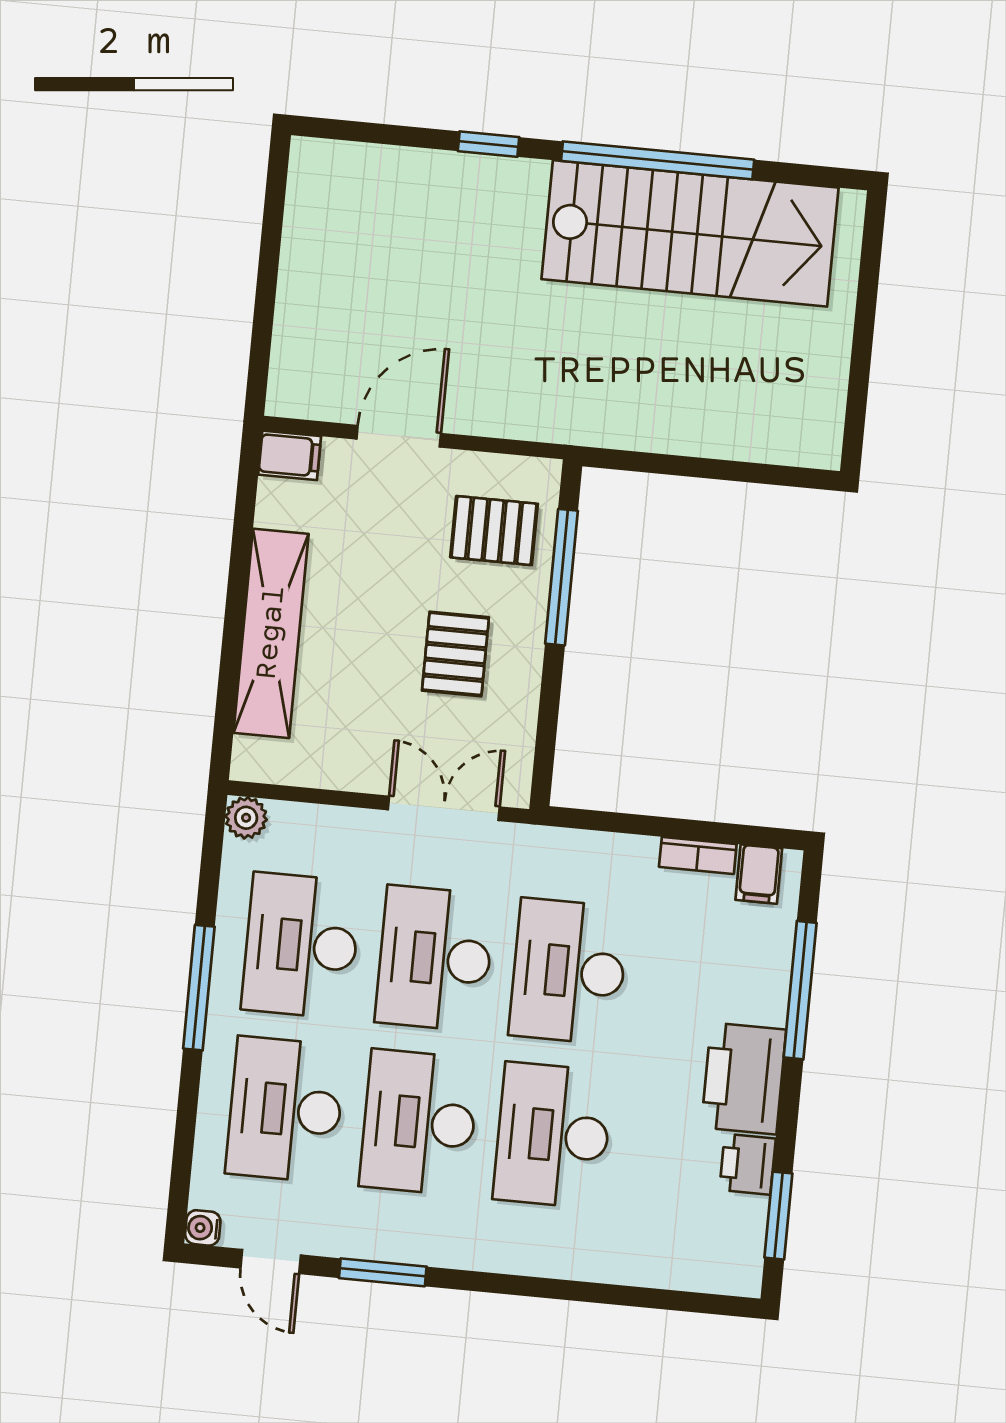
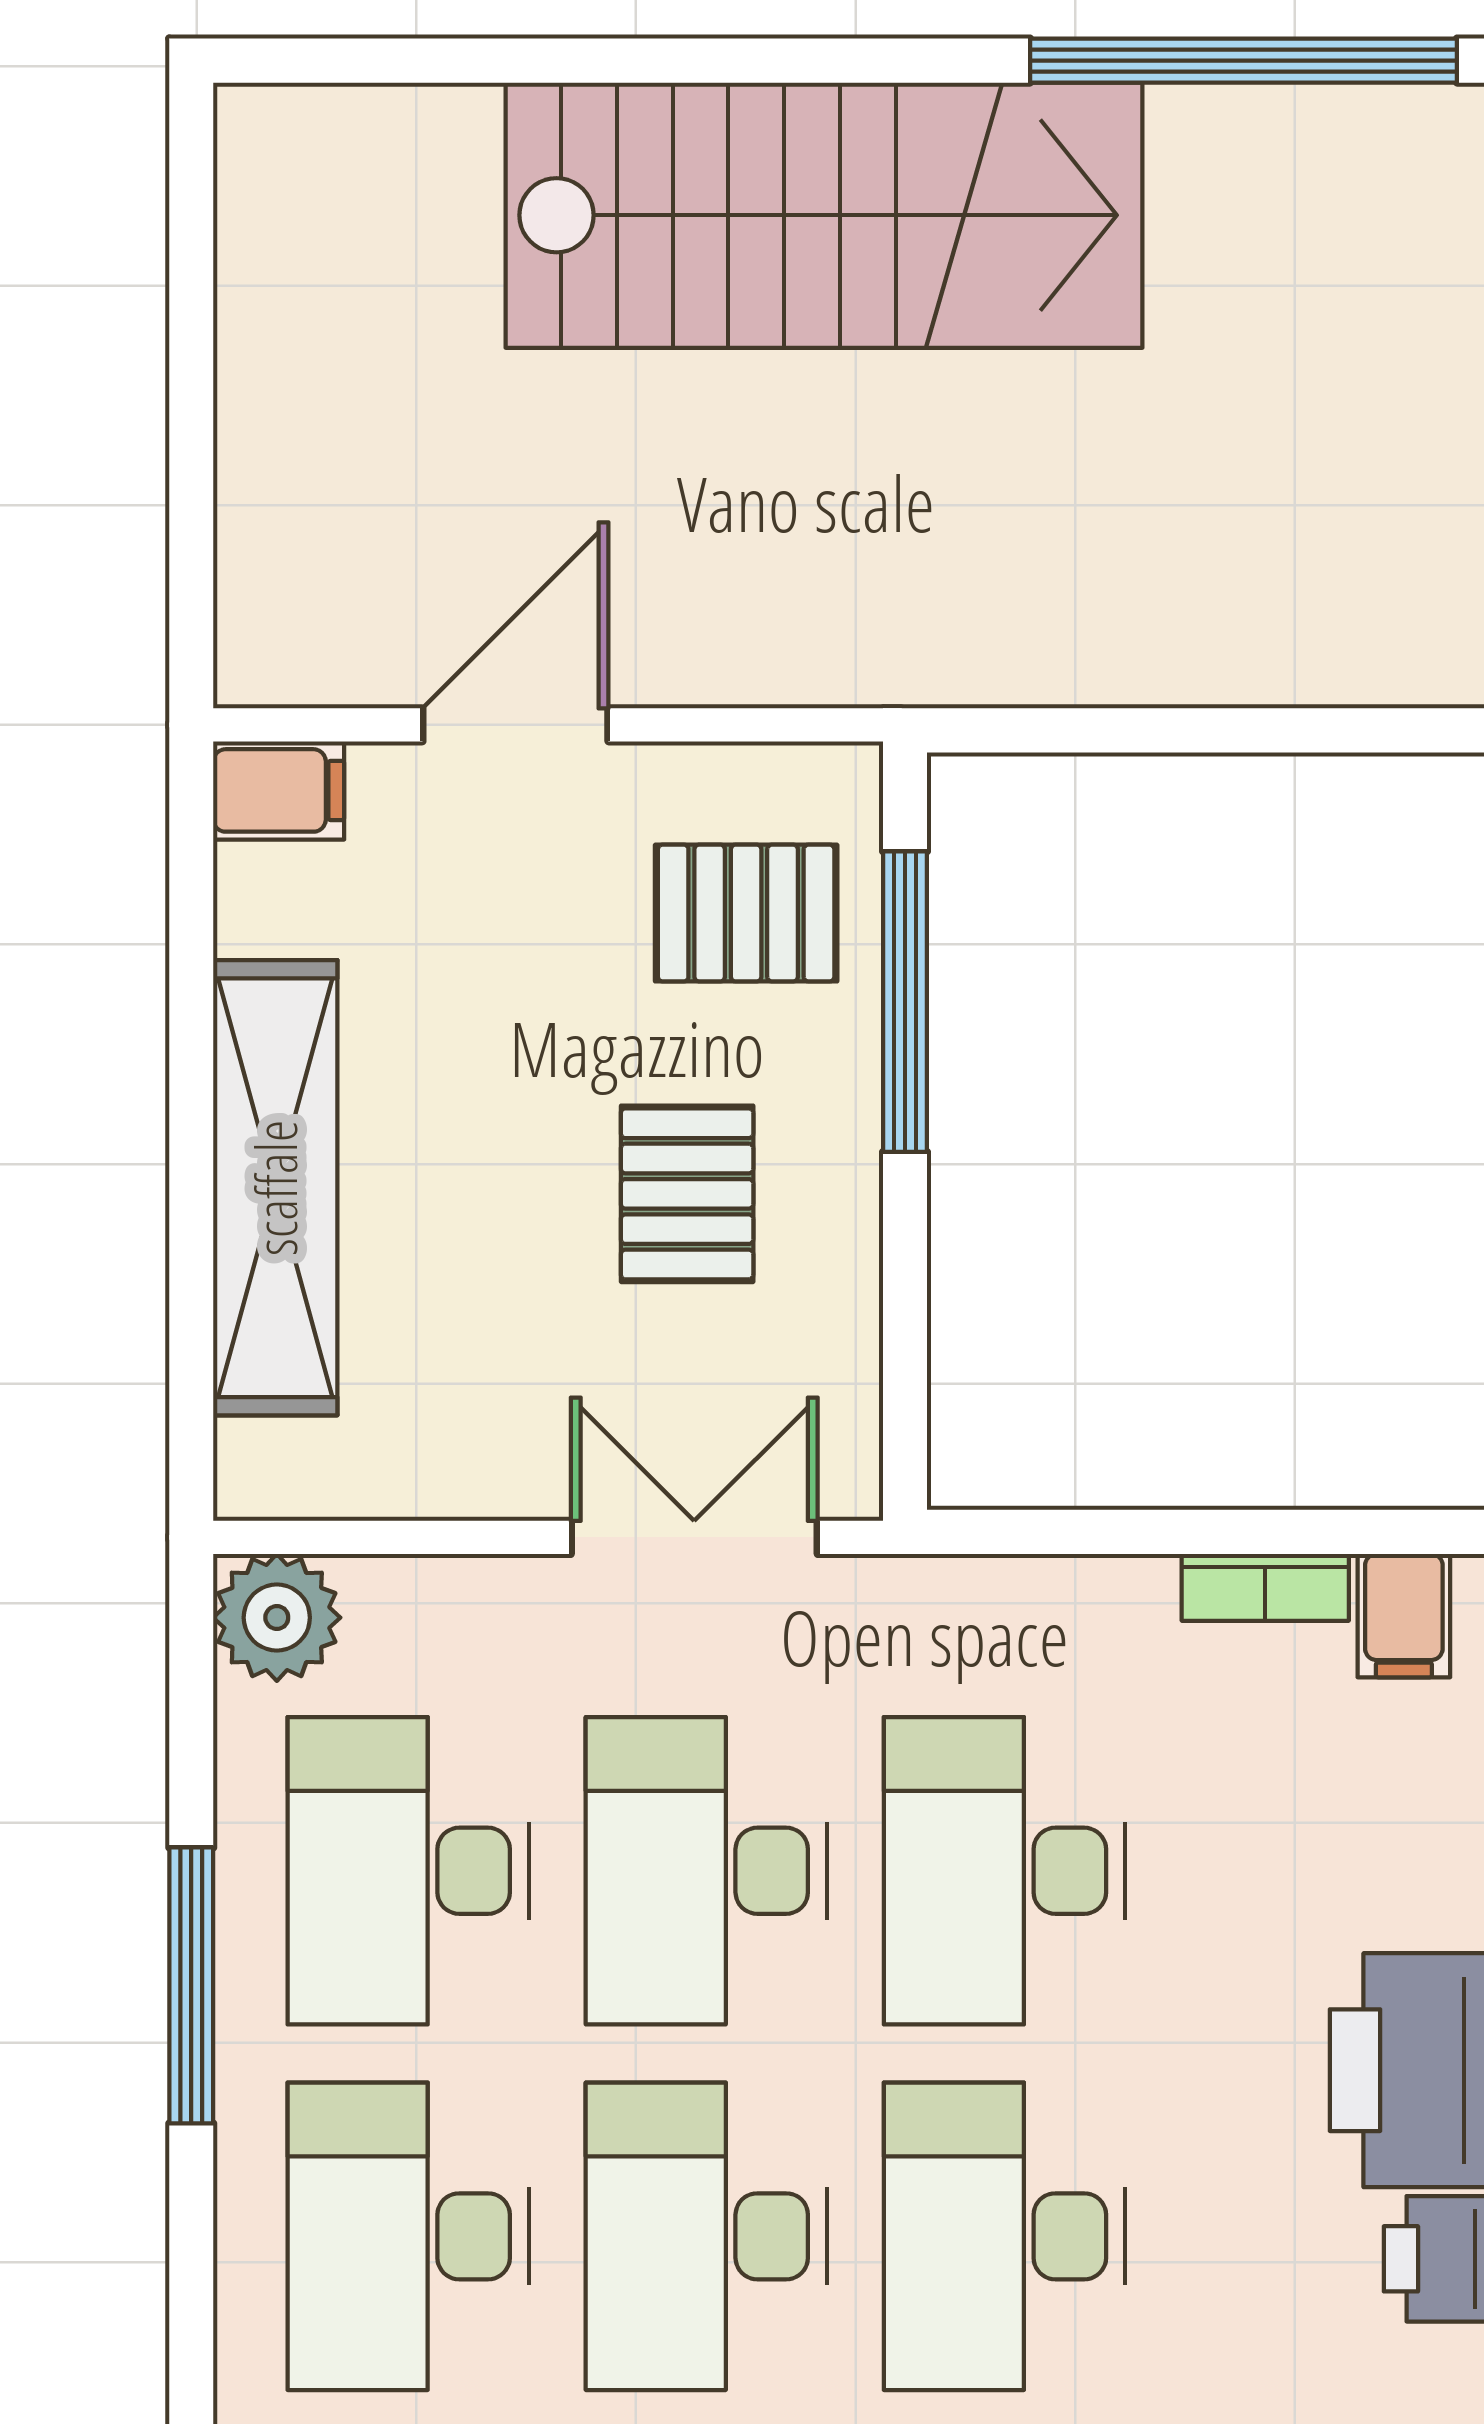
window: (489, 144) -> (652, 61), removed
window: (658, 160) -> (1244, 61), moved
stairs: (690, 233) -> (824, 215), moved
plant: (246, 818) -> (277, 1618), width x1.38, depth x1.38

